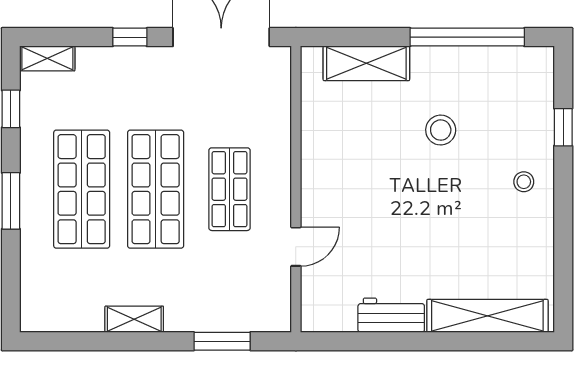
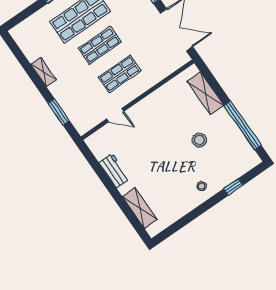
shop shelf: (156, 189) -> (100, 45), width x0.70, depth x0.74
shelving: (487, 316) -> (140, 208), width x0.68

